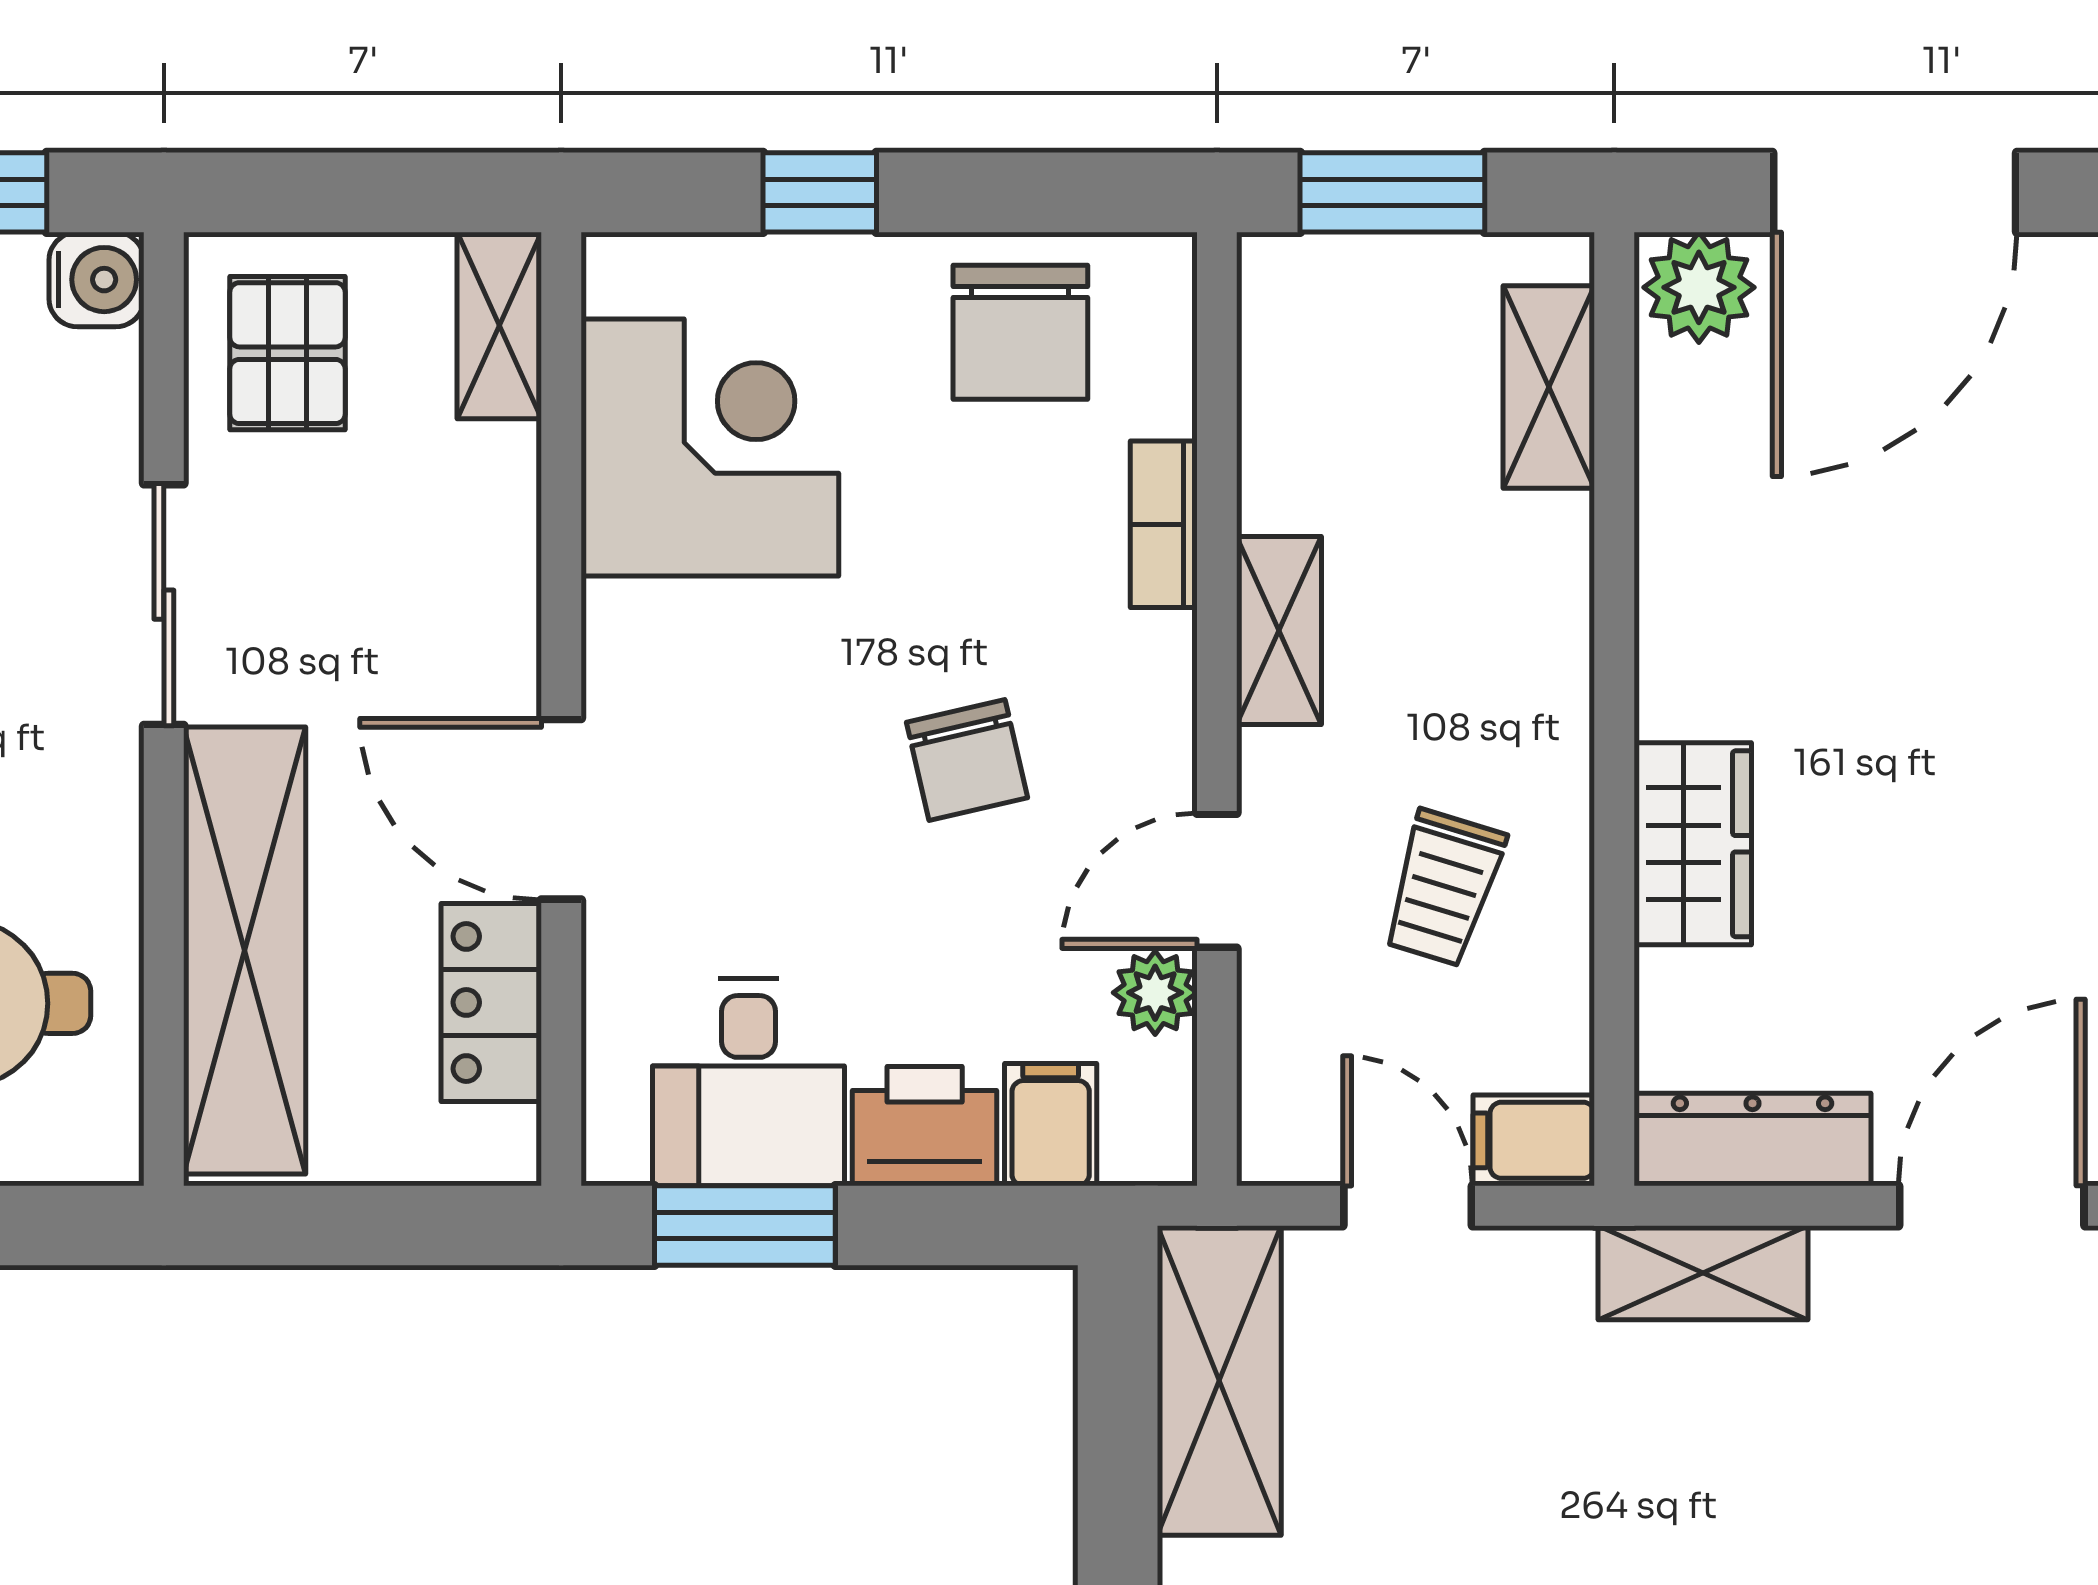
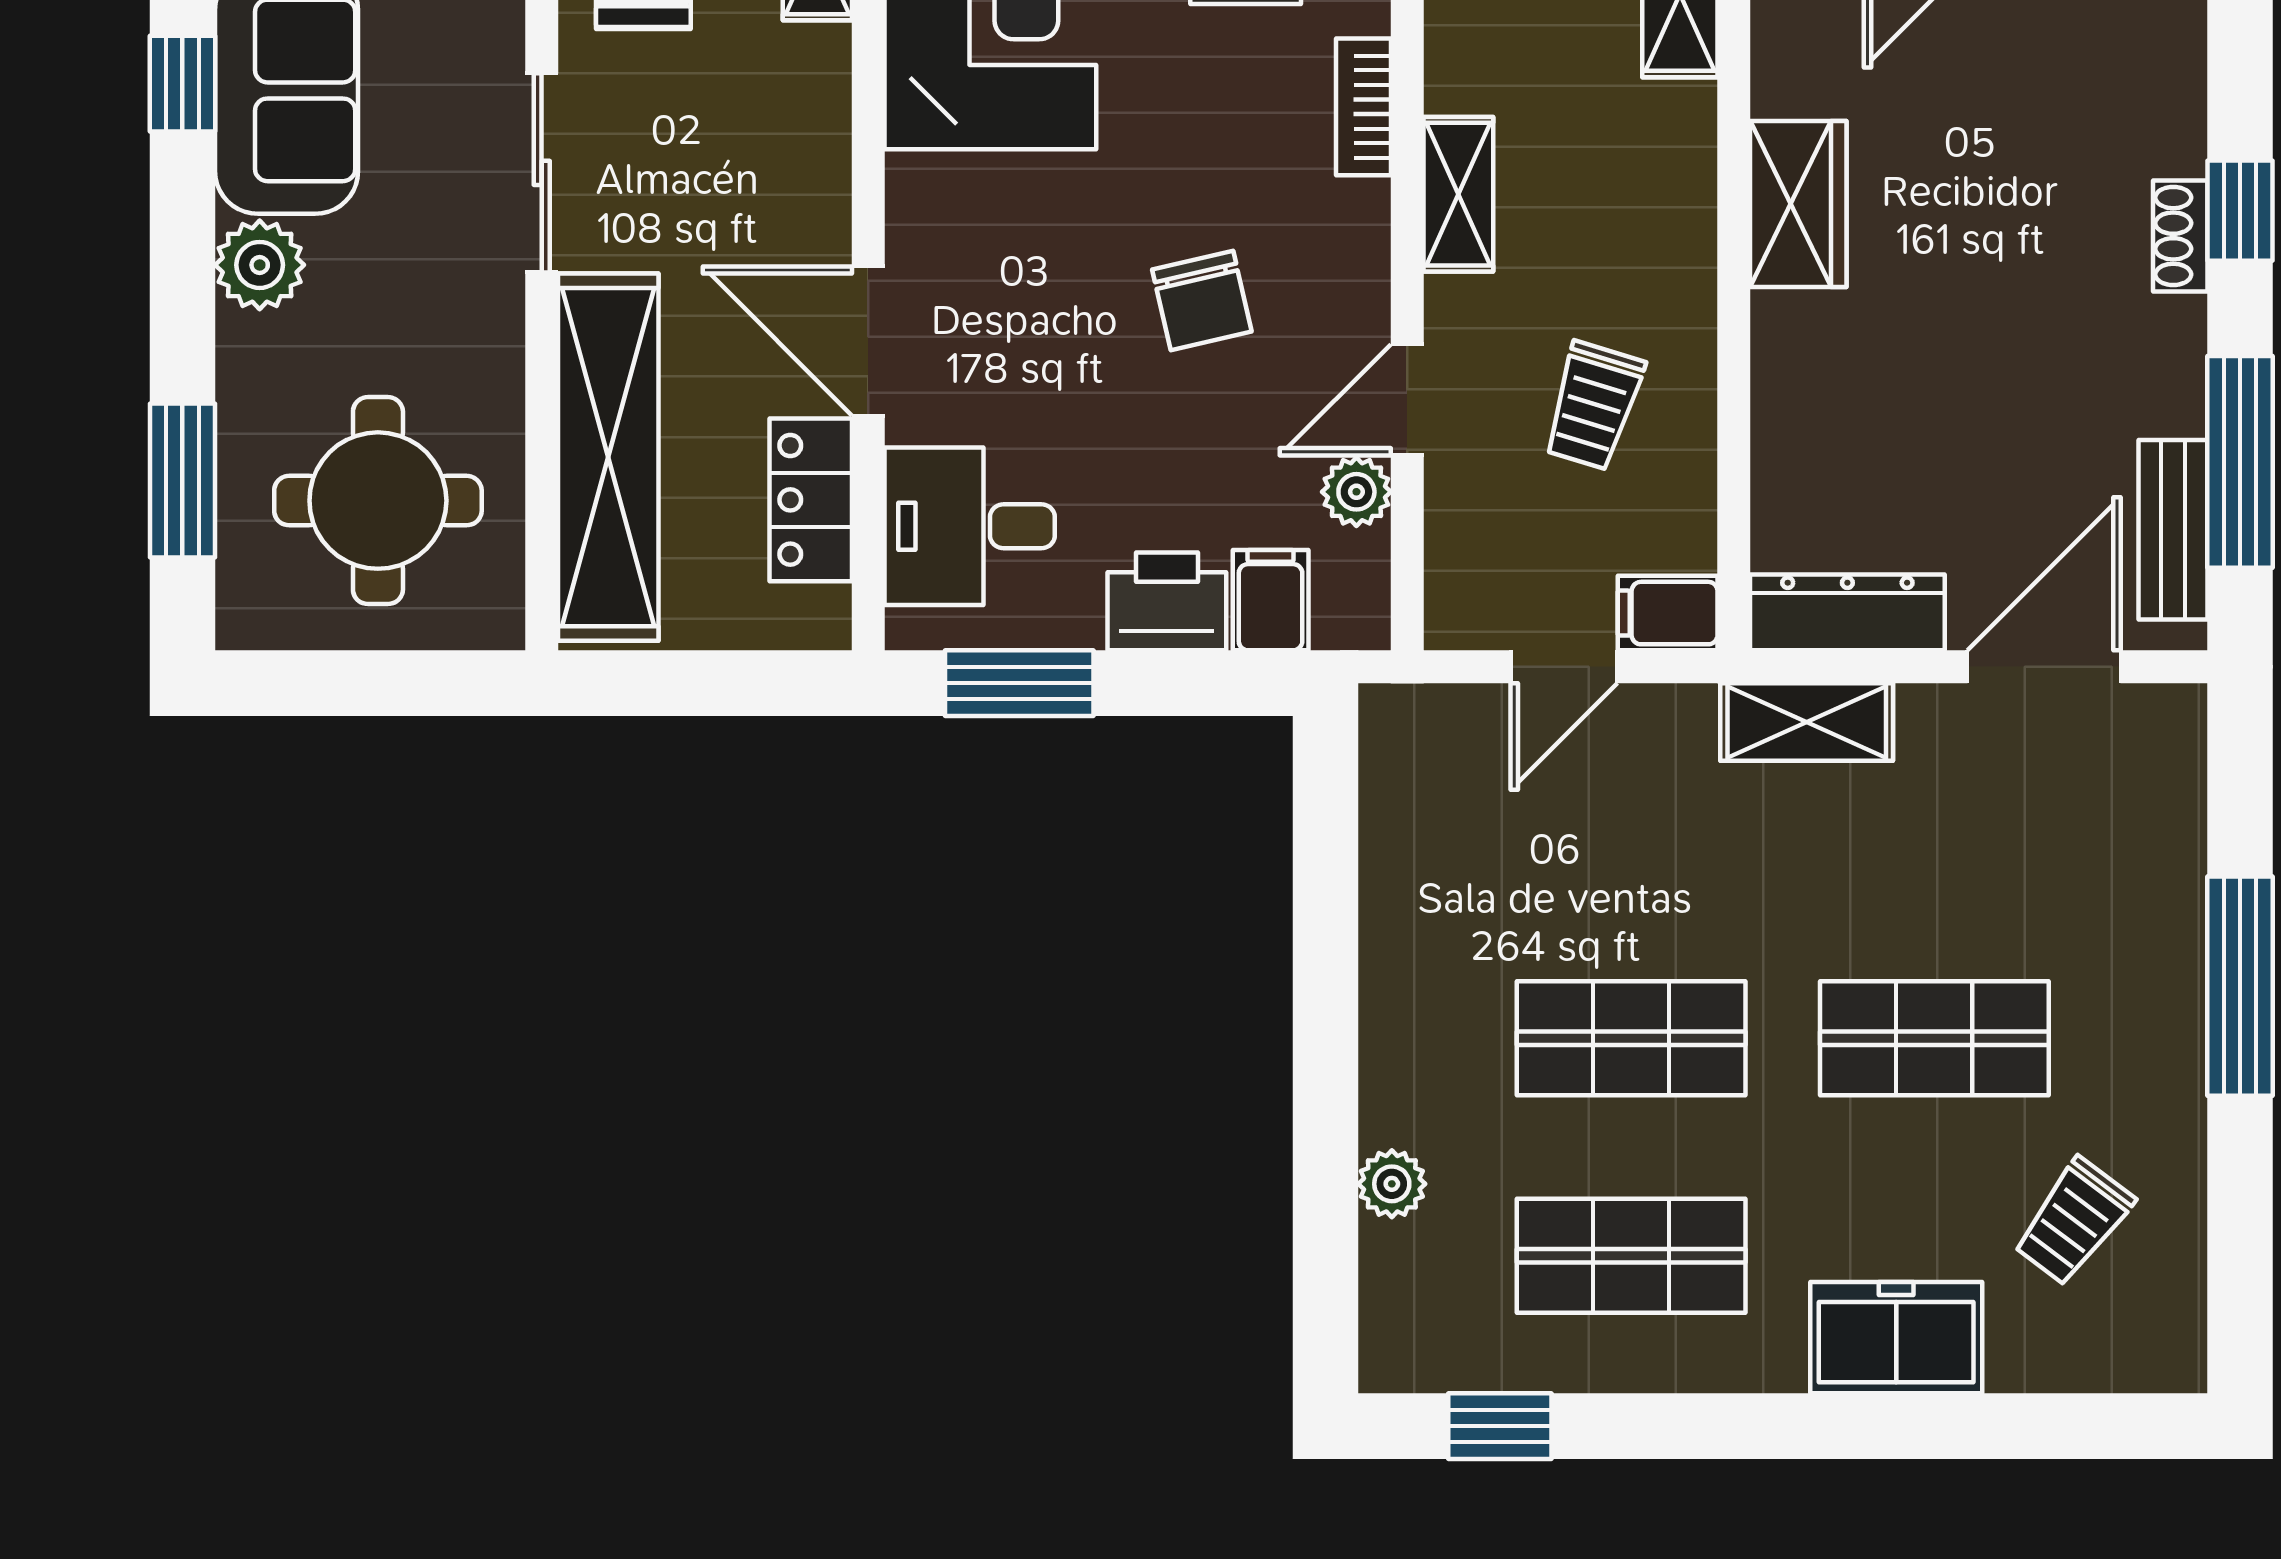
wardrobe: (1693, 844) -> (1798, 204), moved
desk: (749, 1082) -> (970, 526), moved, turned 90
door: (1408, 1206) -> (1564, 667), swing flipped
shelving: (1219, 1380) -> (1409, 810), removed

